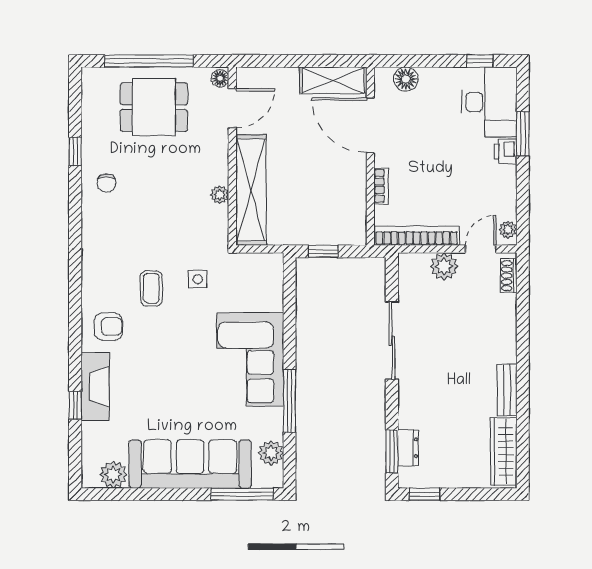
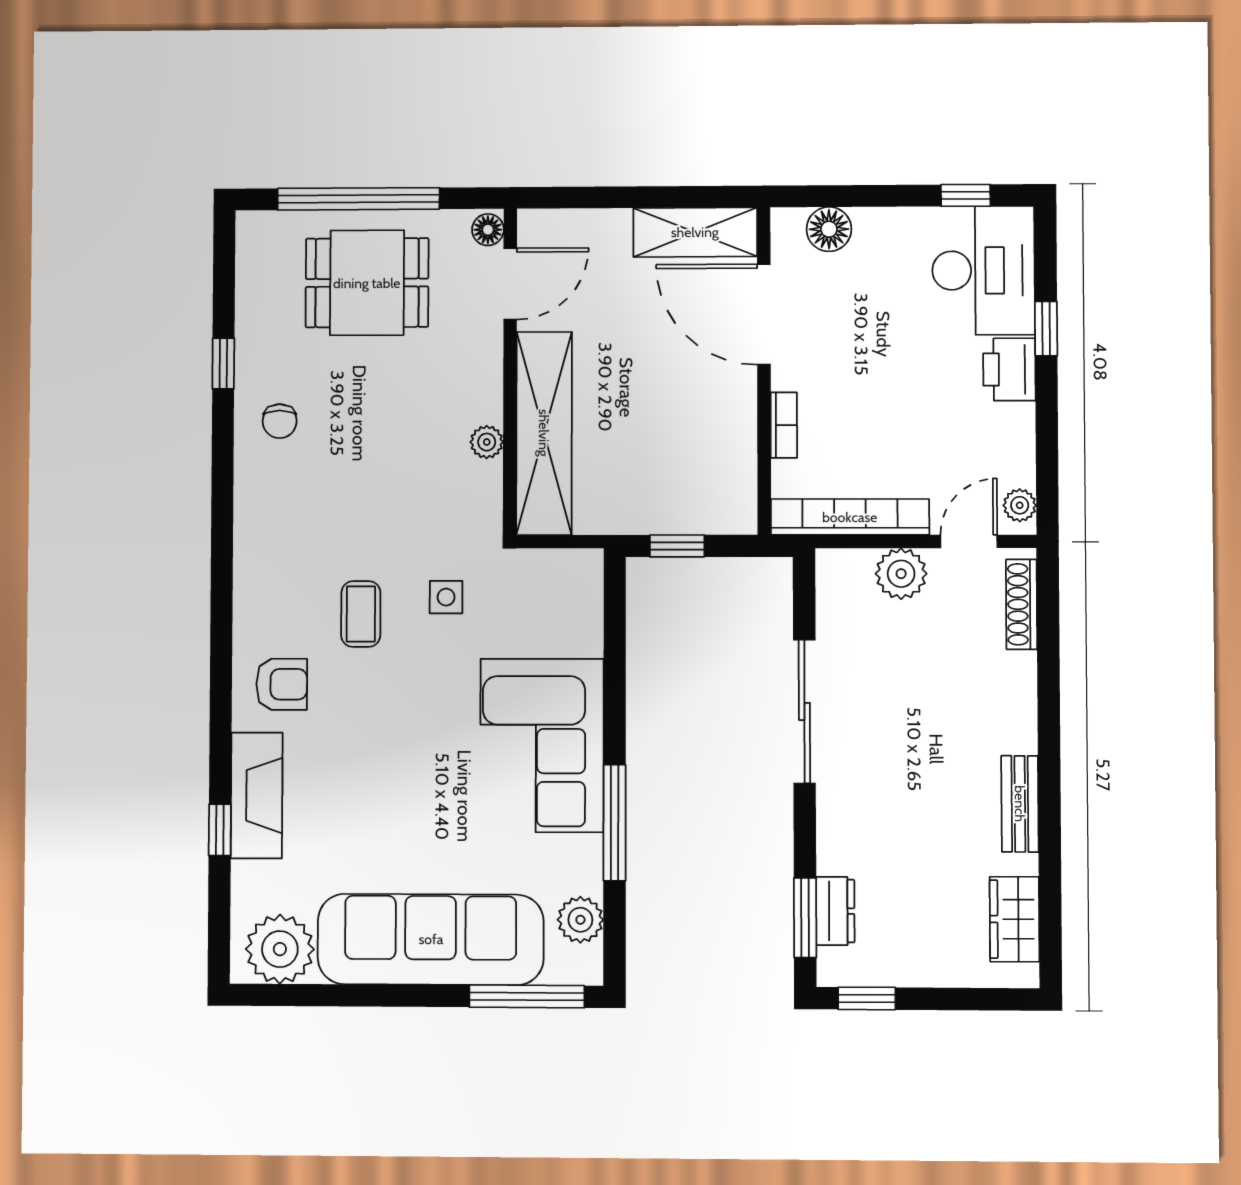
window: (523, 134) -> (1046, 329), width x0.67
printer: (506, 151) -> (1009, 369), width x1.36, depth x1.24
shoe rack: (509, 276) -> (1022, 604), width x1.43
wardrobe: (504, 452) -> (1014, 919), width x0.67
plant: (113, 475) -> (280, 949), width x1.36, depth x1.36

